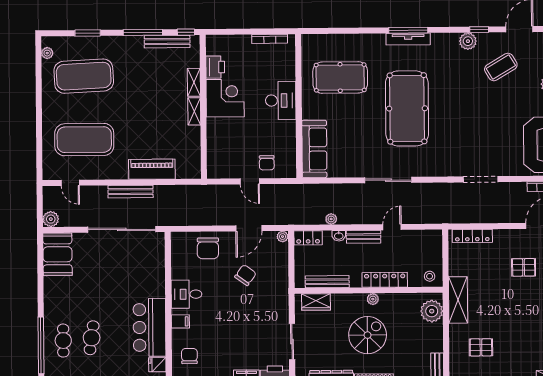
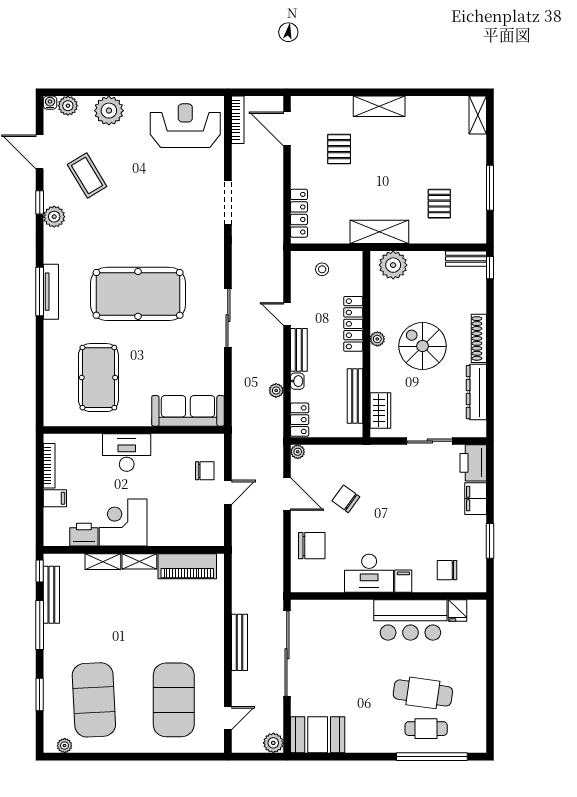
filing cabinet: (244, 44) -> (55, 498), added
piano: (152, 169) -> (187, 566), moved, turned -90
stool: (430, 276) -> (322, 269), moved
desk: (186, 294) -> (369, 573), width x1.37
cafe table: (92, 338) -> (423, 693), width x1.37, depth x1.35

